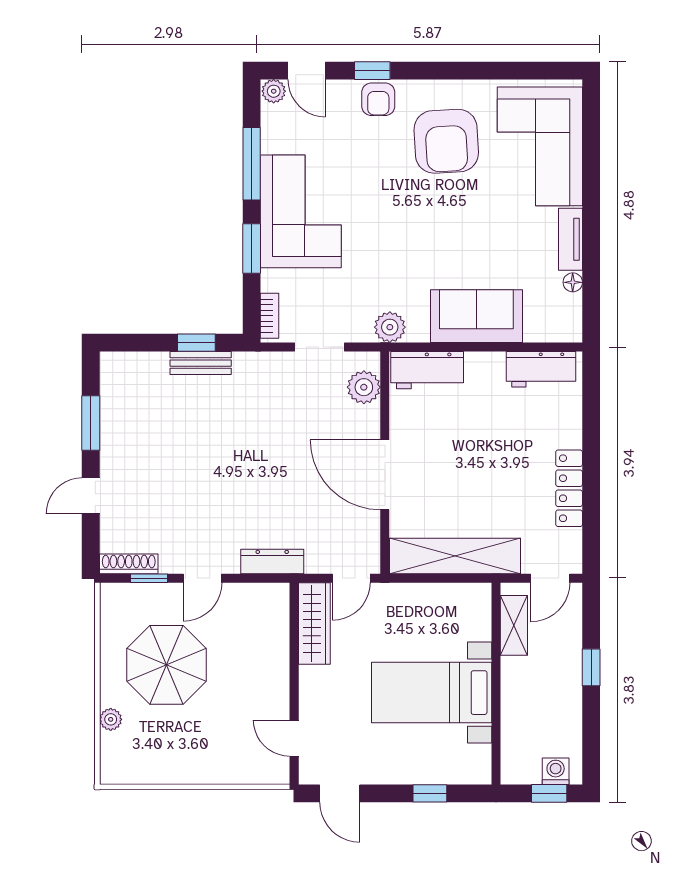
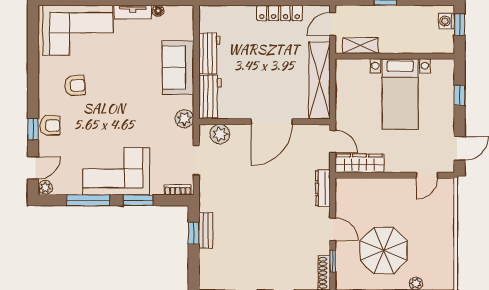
armchair: (446, 141) -> (75, 85), width x0.53, depth x0.53
workbench: (541, 369) -> (209, 53), moved
door: (550, 578) -> (333, 24), swing flipped

